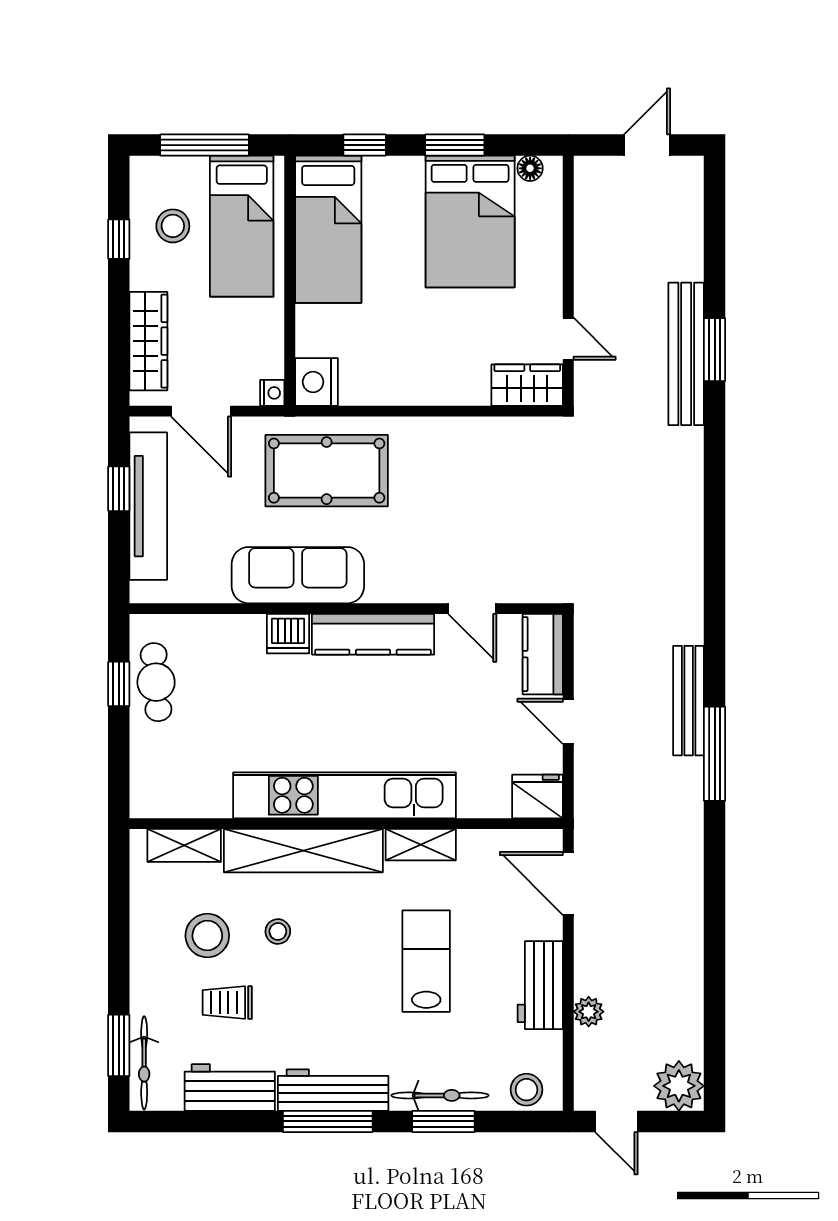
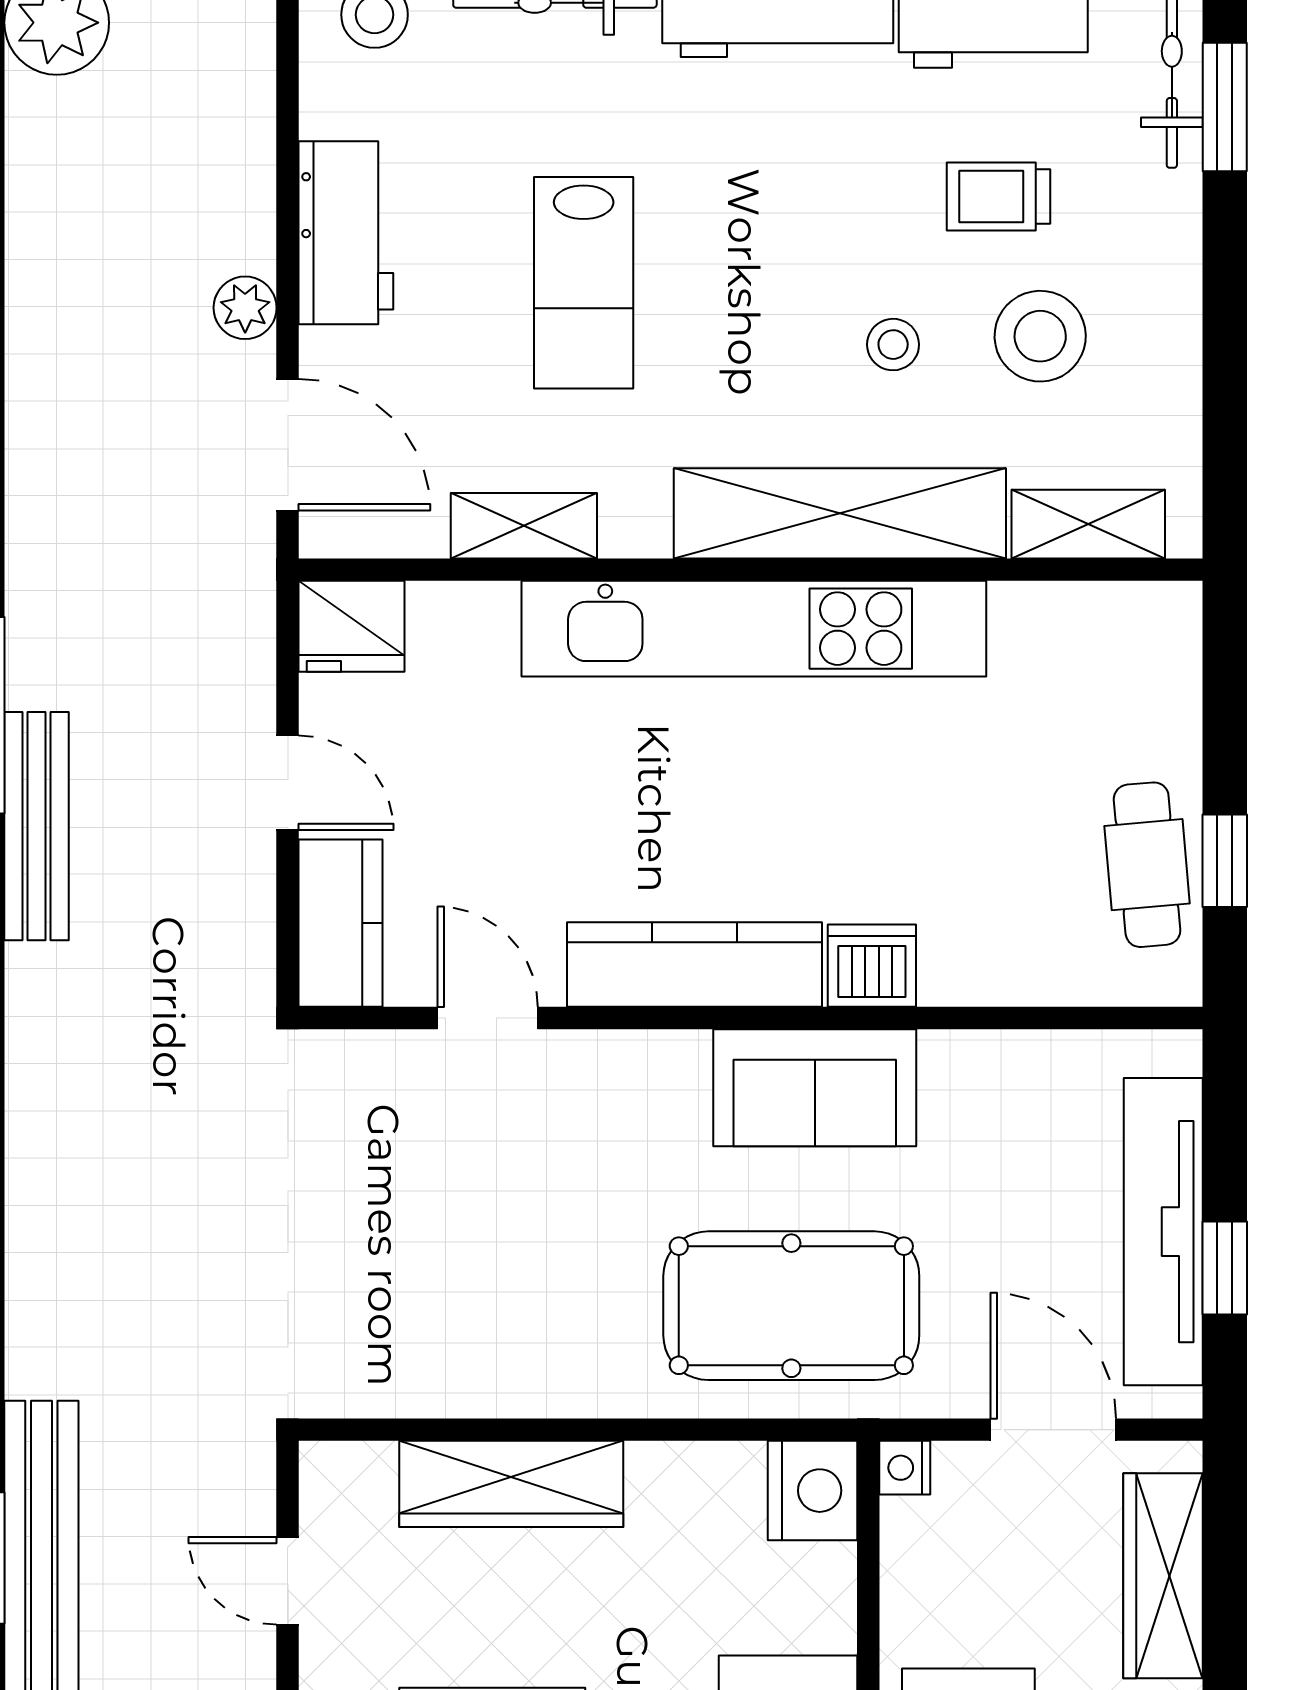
wardrobe: (527, 385) -> (511, 1484), moved, width x1.50
sofa: (298, 575) -> (815, 1088), width x0.73
shelving: (421, 845) -> (524, 526), moved
trolley: (227, 1003) -> (998, 196), turned 180
plant: (589, 1012) -> (245, 308), moved

